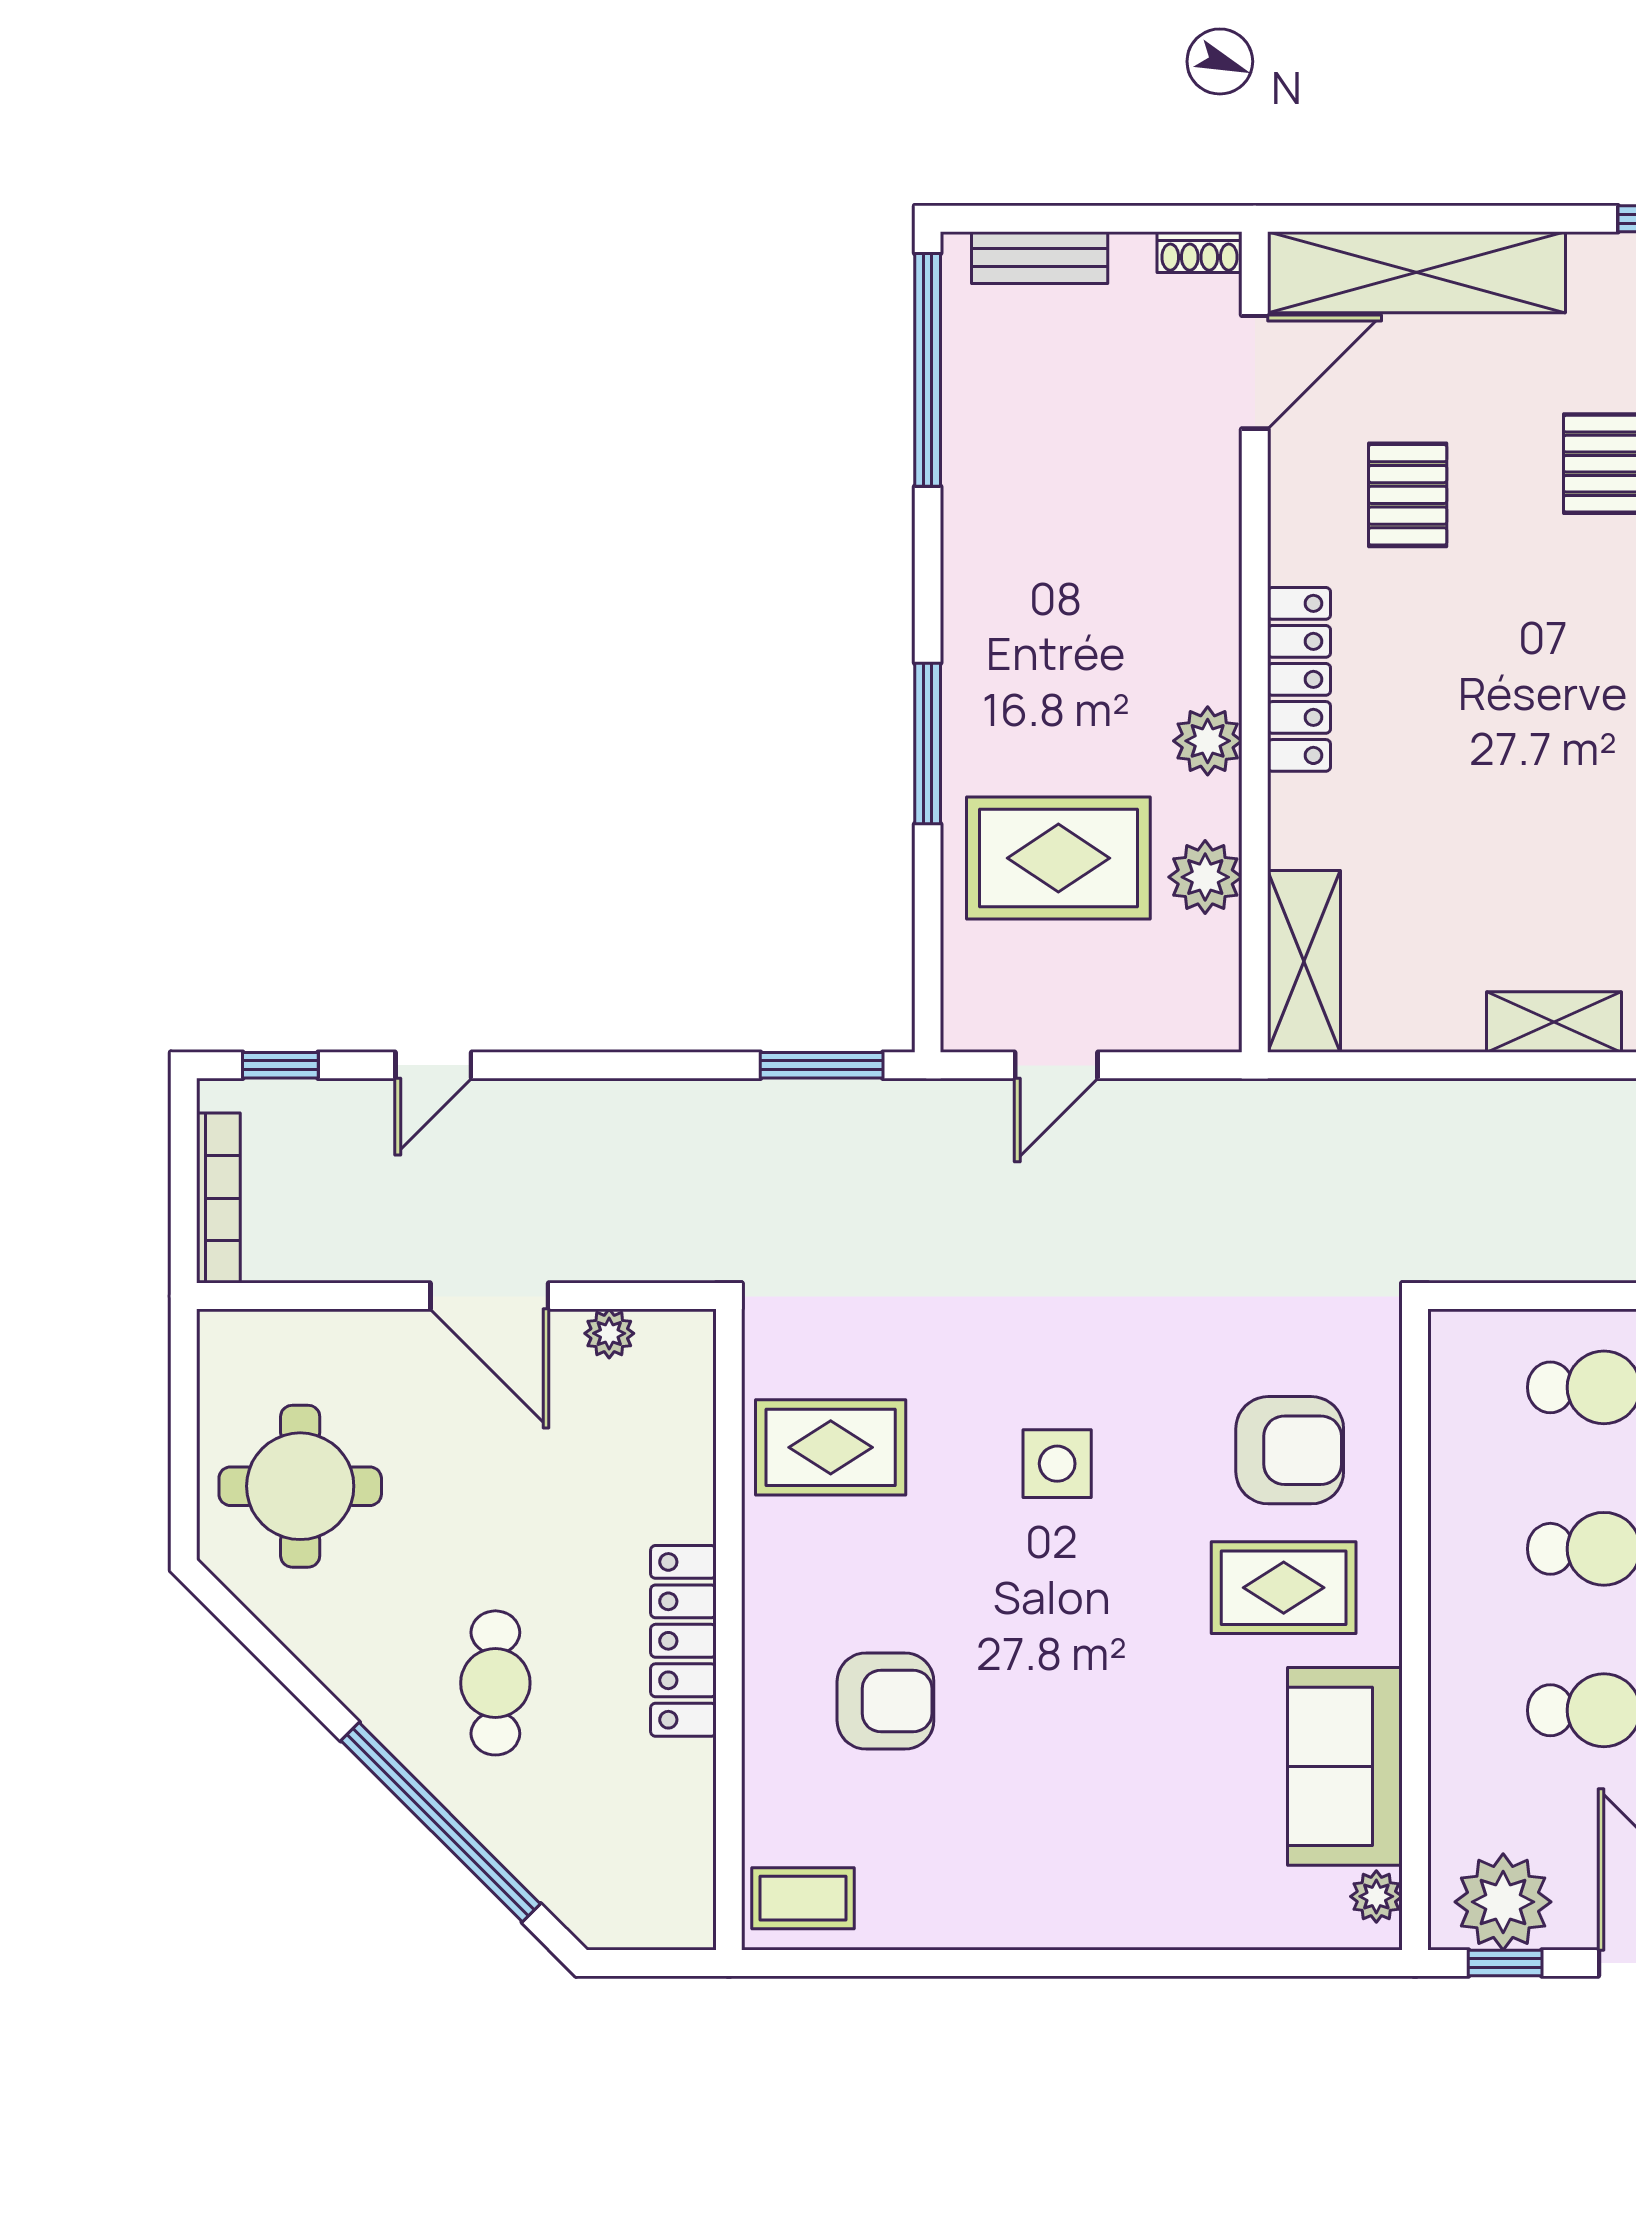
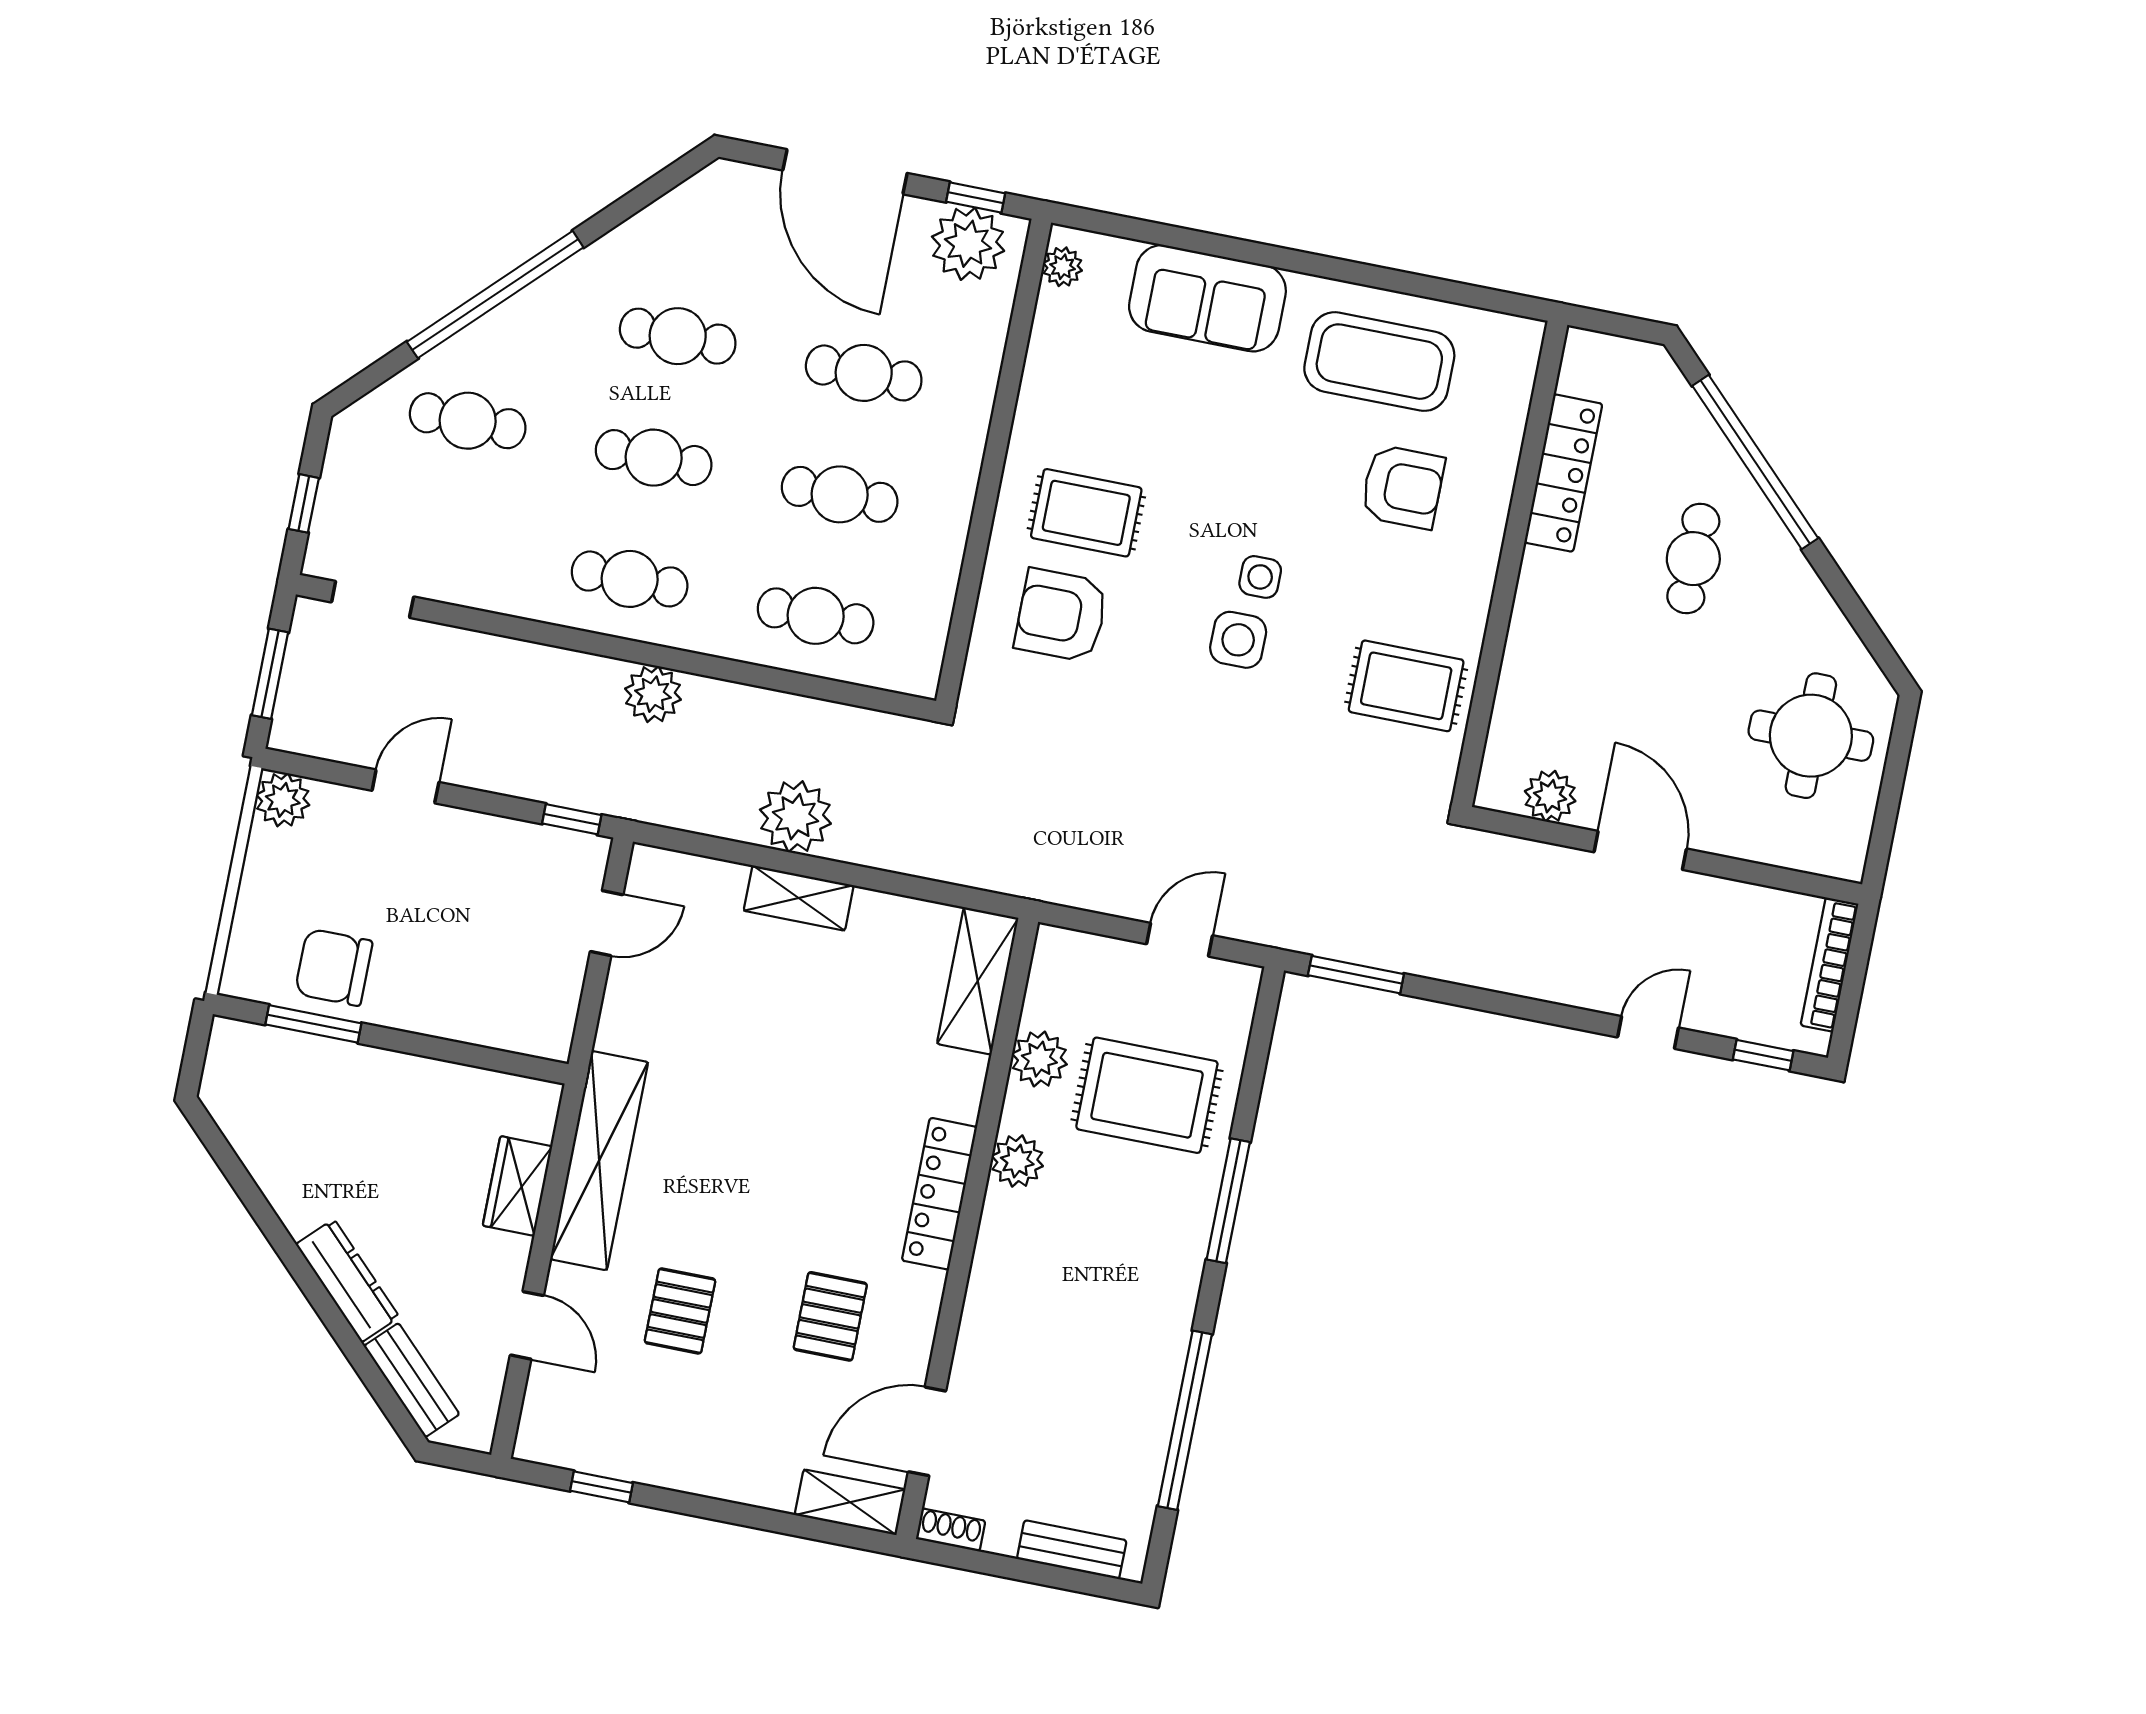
shelving: (1416, 272) -> (850, 1502), width x0.45, depth x0.75
window: (928, 370) -> (1185, 1420), moved
plant: (1579, 1125) -> (795, 817), added
plant: (609, 1333) -> (1550, 796), width x1.38, depth x1.38
side table: (1045, 1550) -> (1260, 577), added
locker: (683, 1641) -> (1563, 473), moved
armchair: (885, 1701) -> (1403, 487), turned 180
sofa: (1345, 1766) -> (1207, 298), moved, turned 90
coffee table: (803, 1898) -> (1379, 362), moved, width x1.86, depth x1.72

